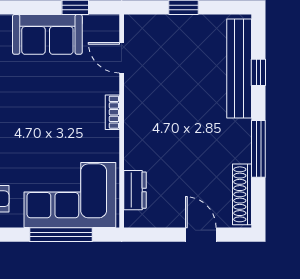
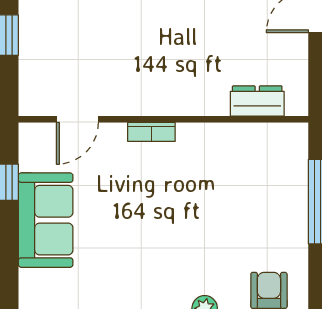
corner sofa: (70, 195) -> (264, 190), removed

